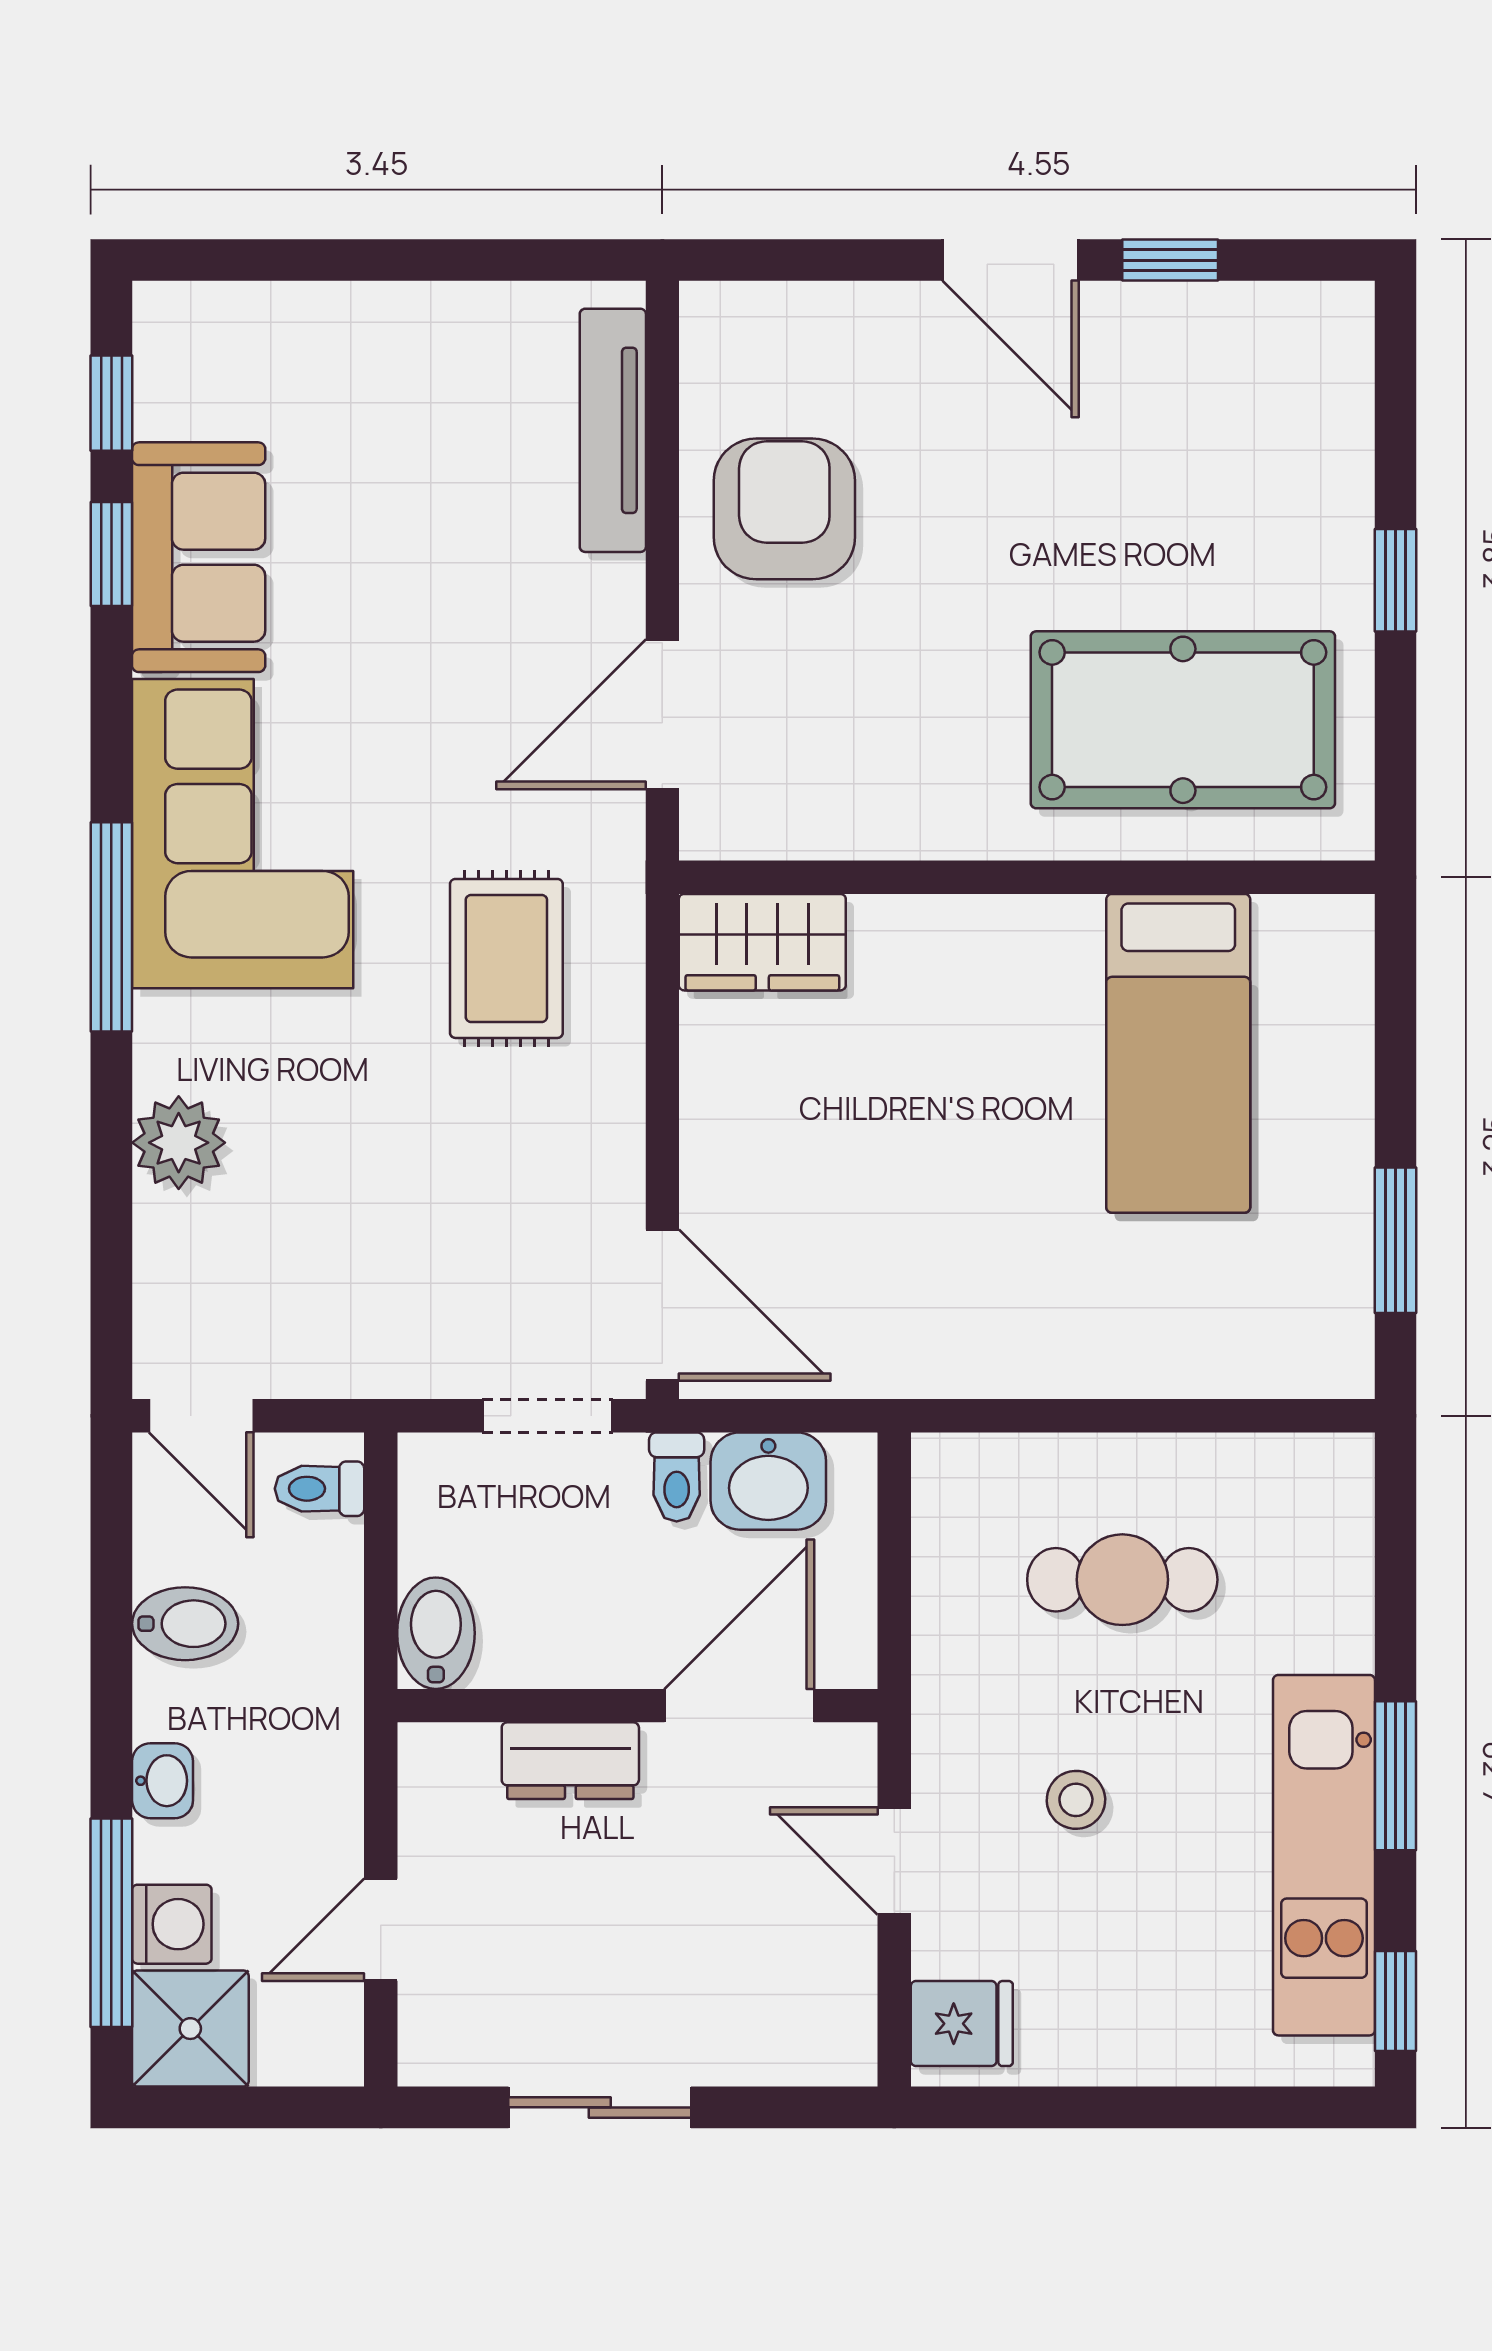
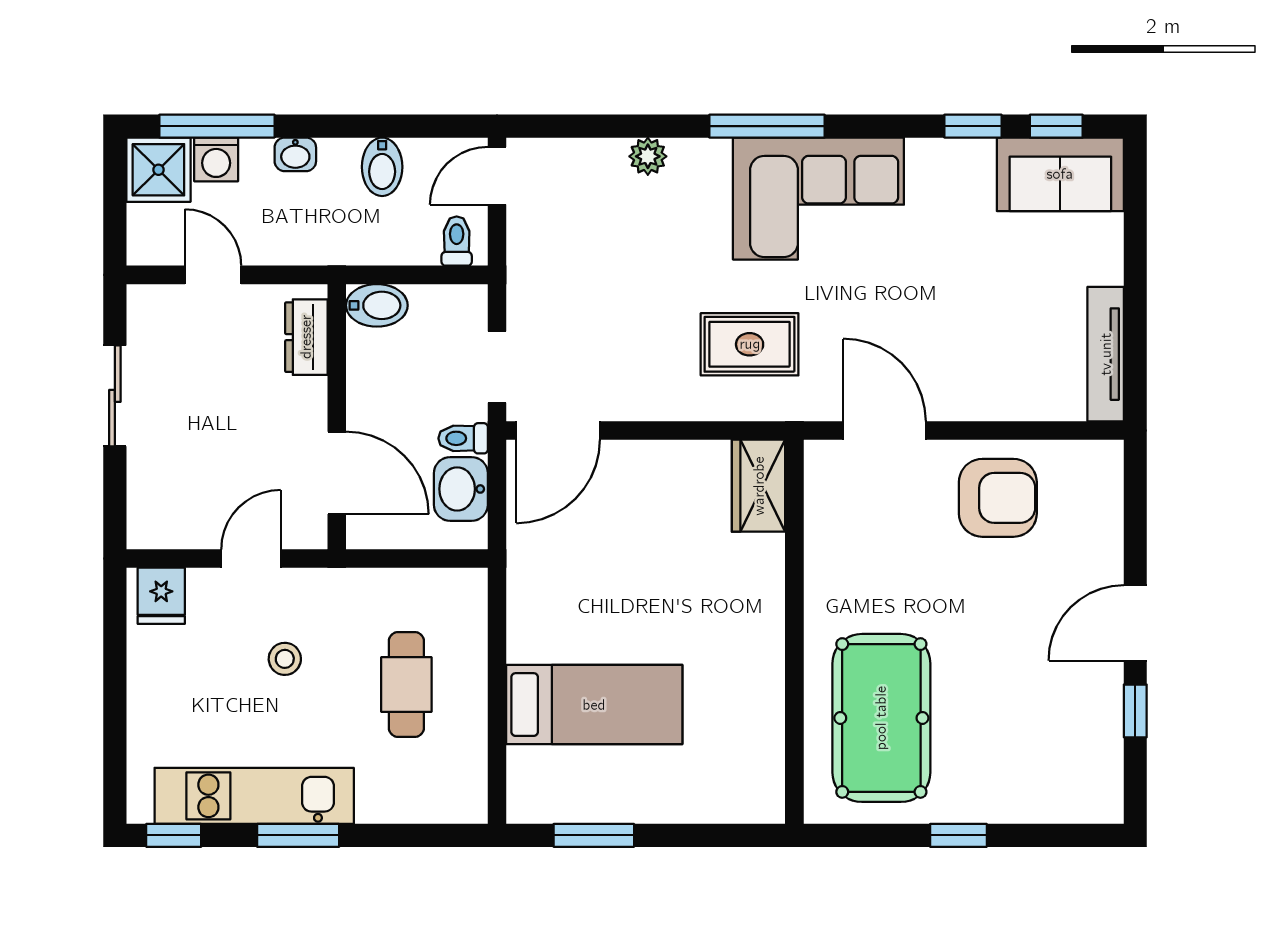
tv unit: (613, 430) -> (1106, 354), moved, turned -90
sofa: (199, 557) -> (1060, 174), moved
bed: (1178, 1053) -> (594, 705), moved, turned 180
plant: (179, 1143) -> (648, 156), width x0.73, depth x0.73
dresser: (570, 1761) -> (306, 337), moved

